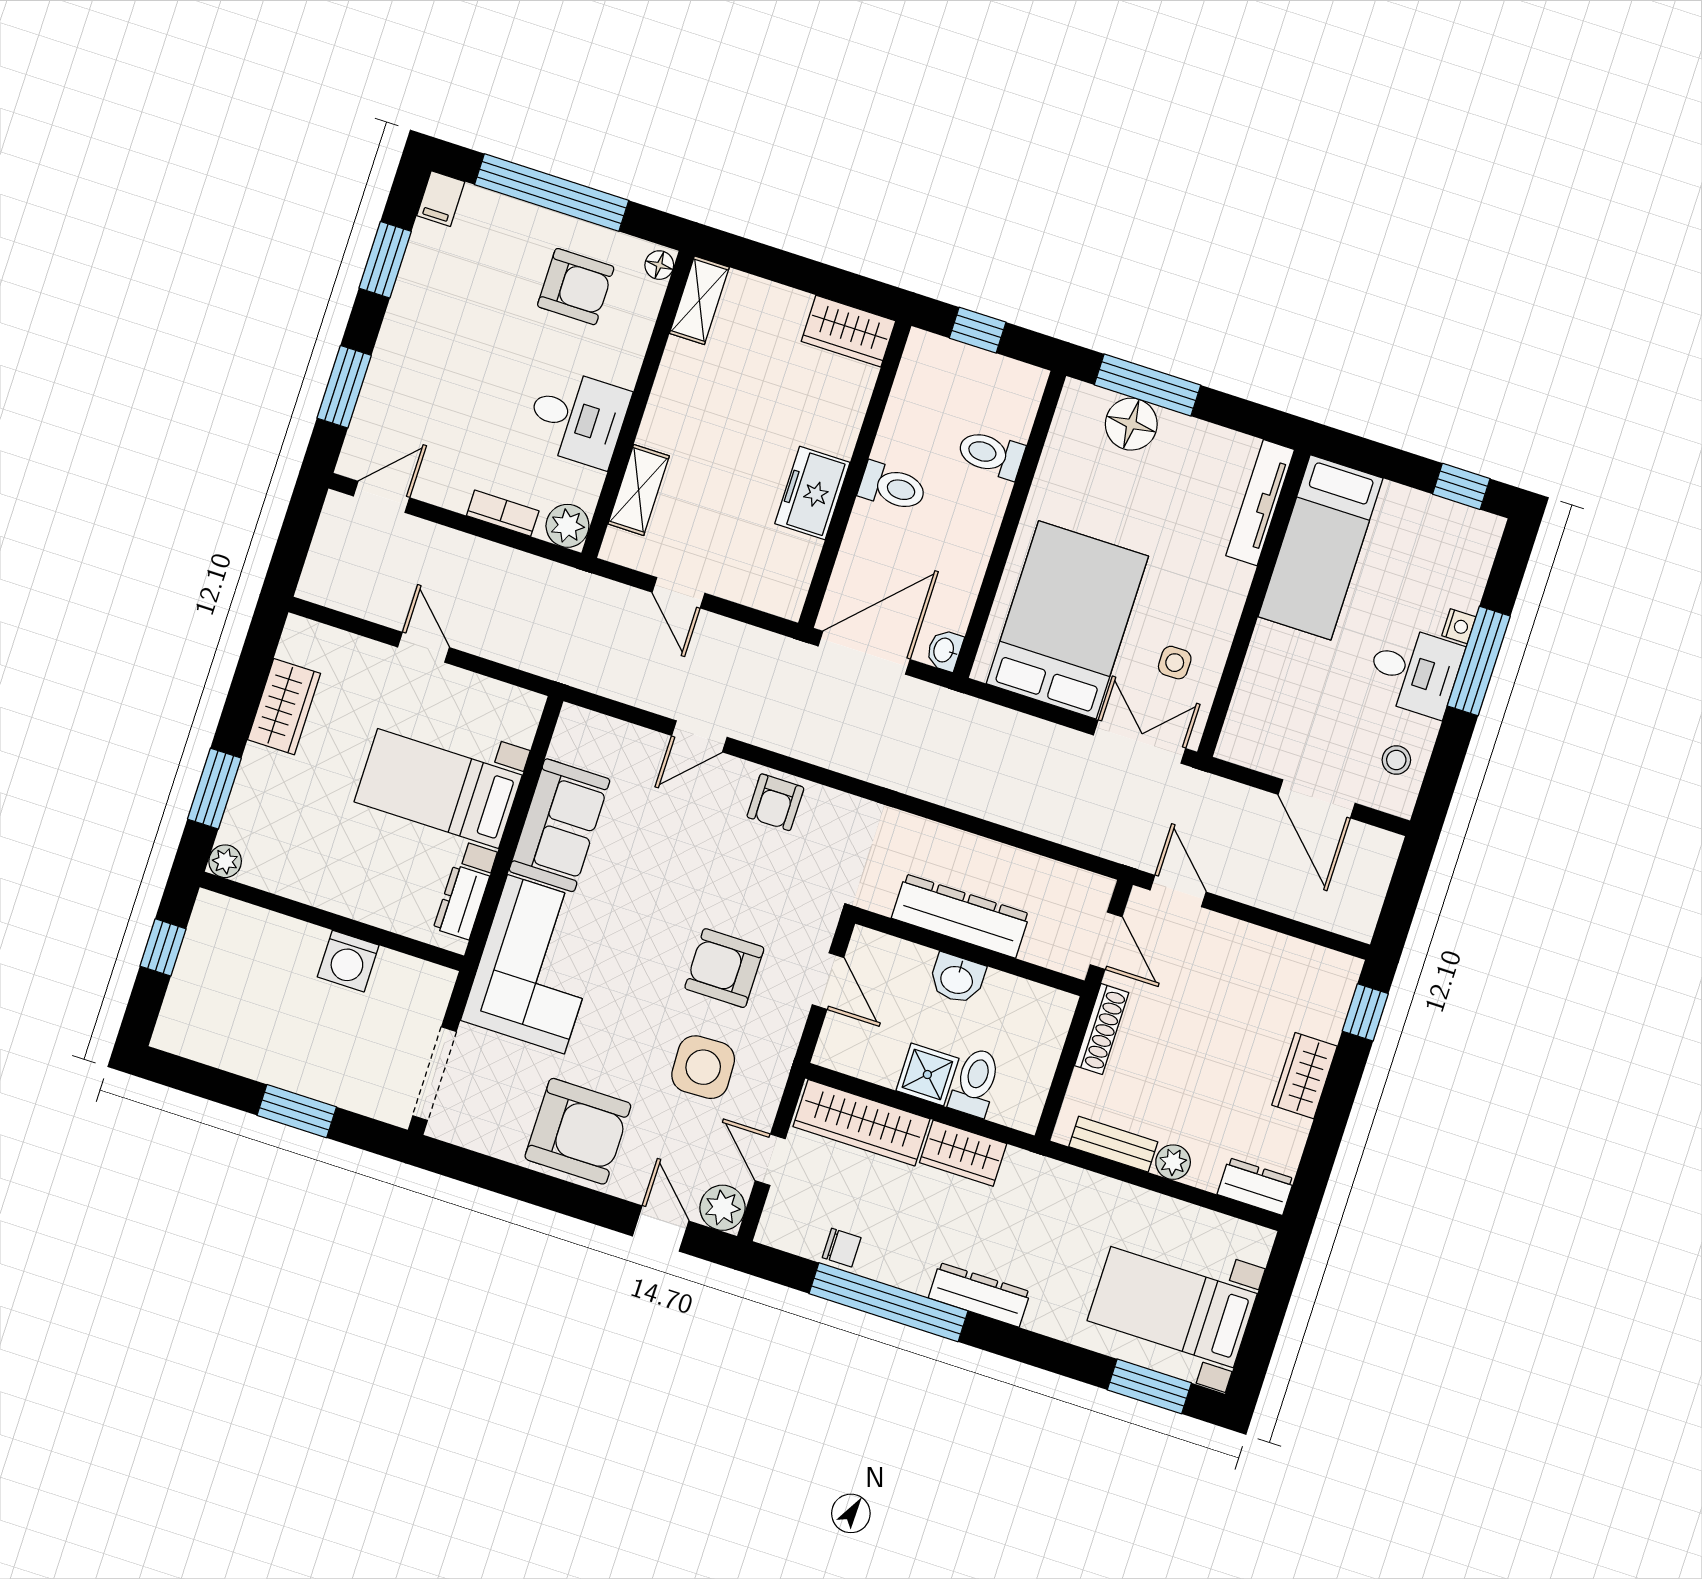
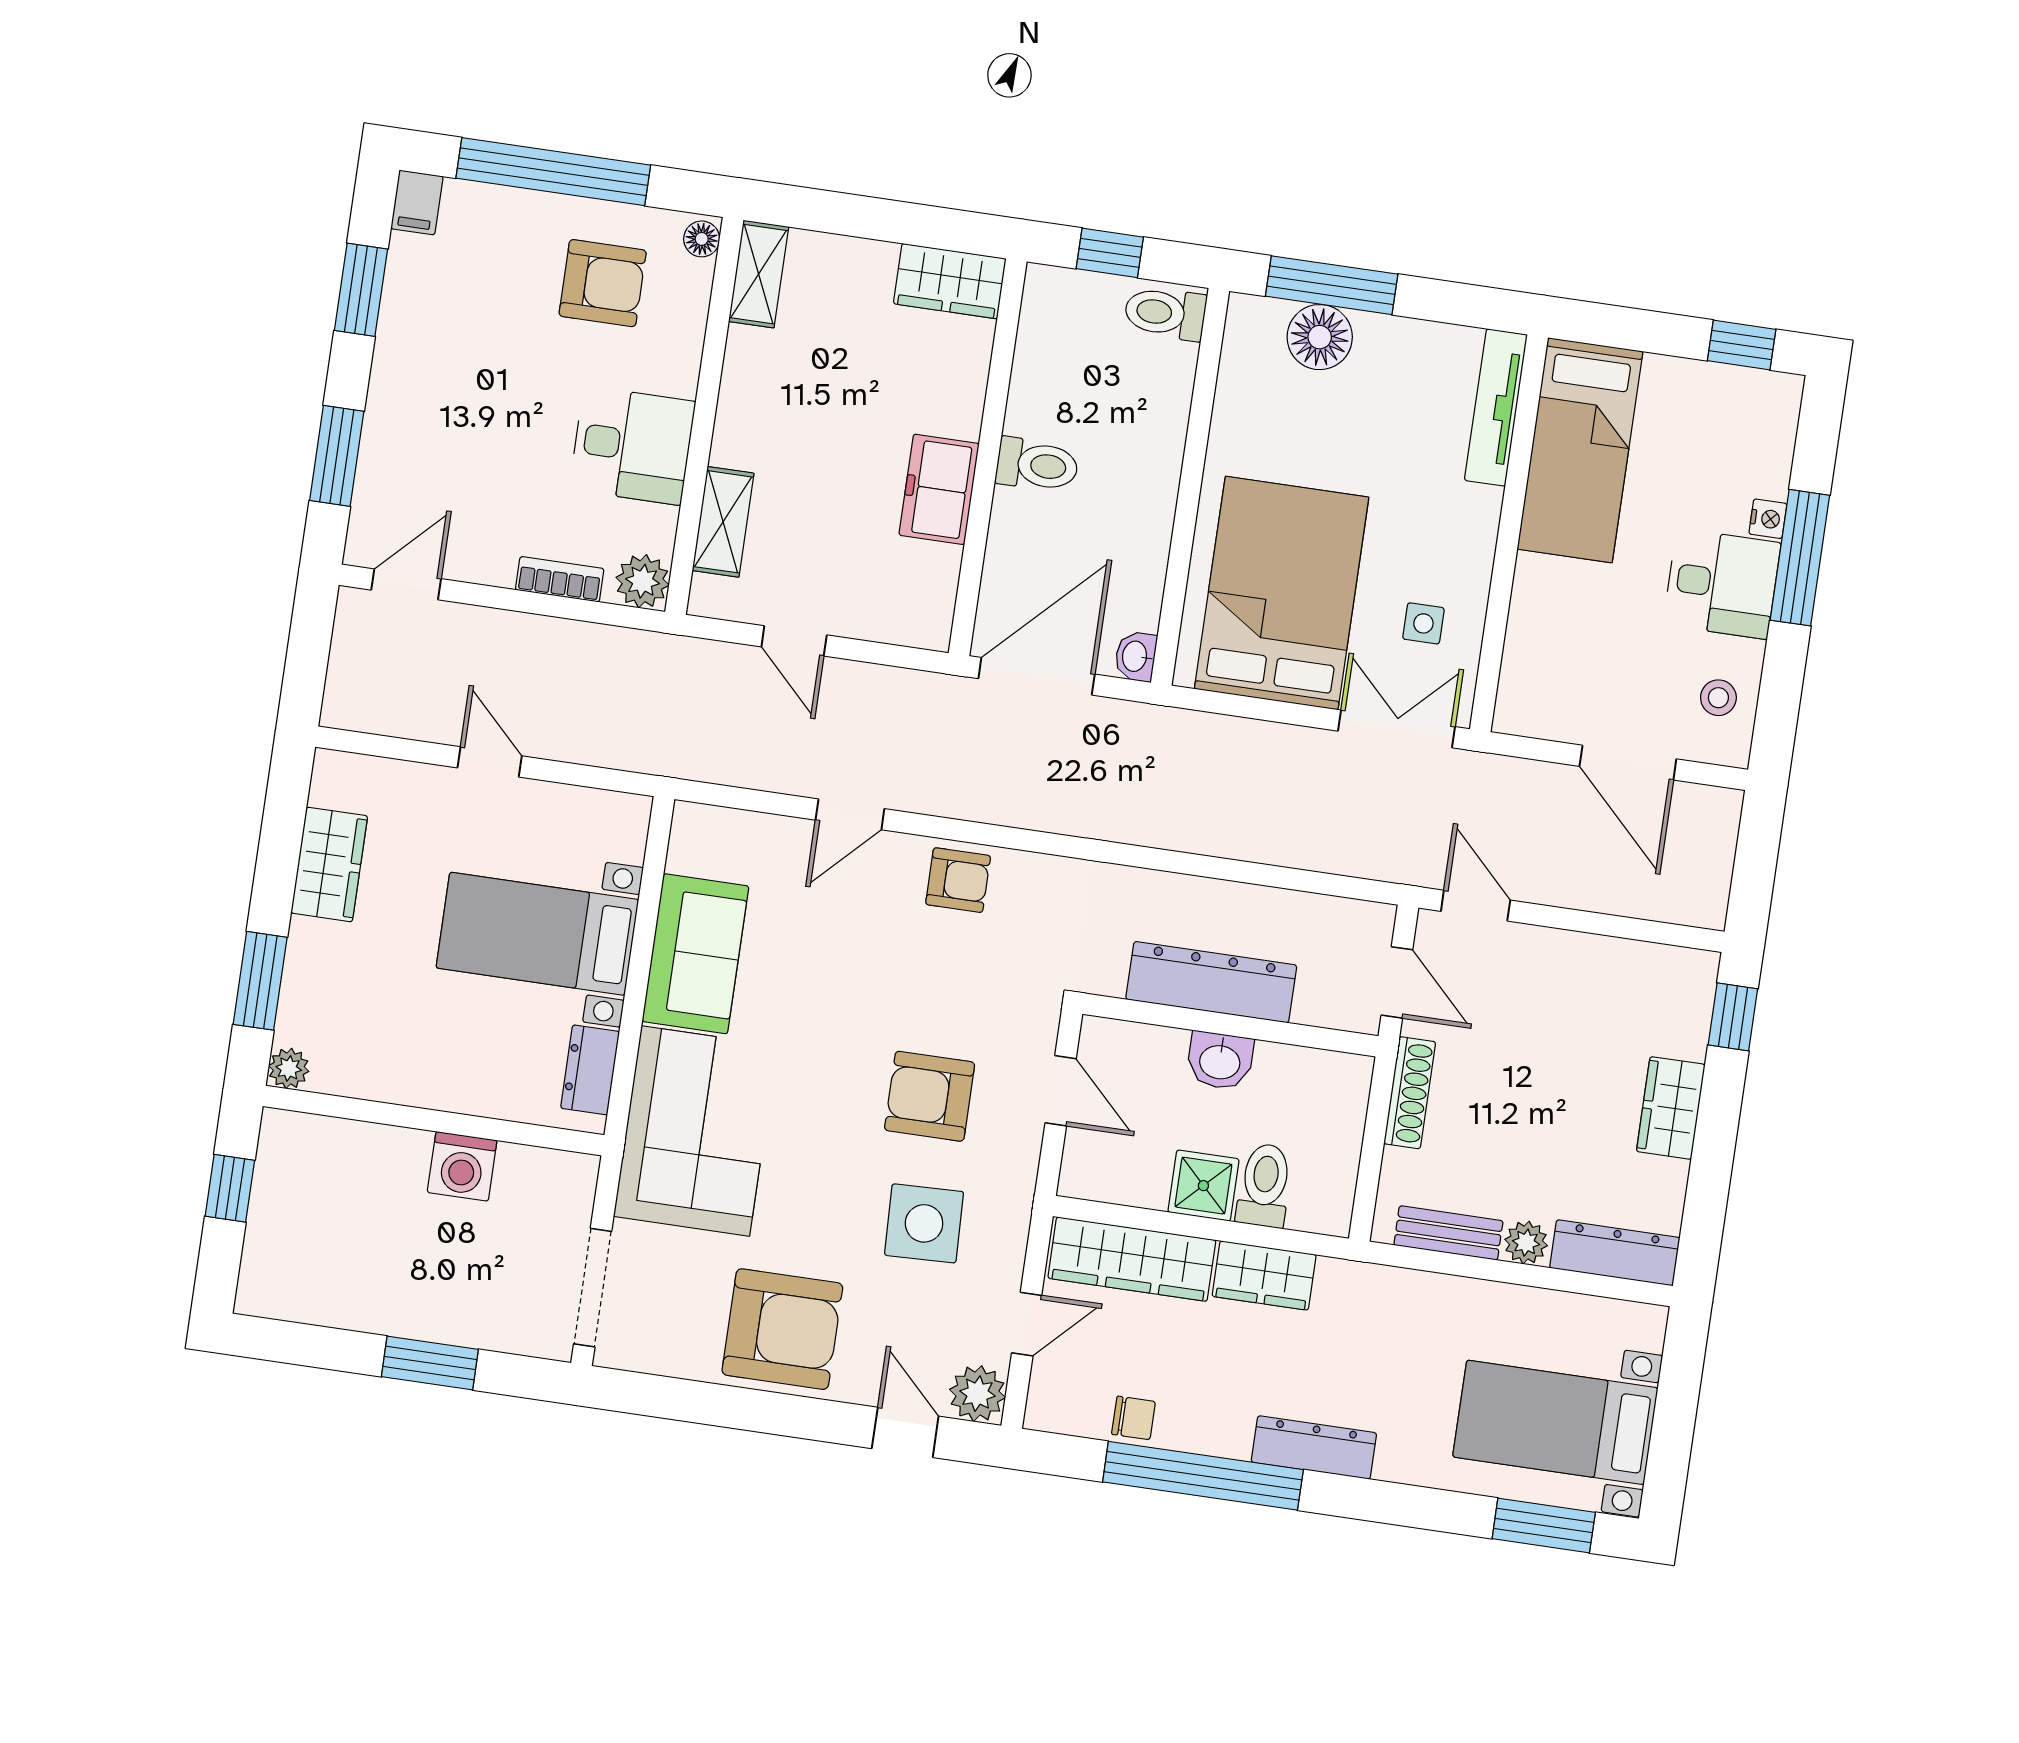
toilet: (991, 454) -> (1165, 313), moved
armchair: (775, 802) -> (958, 880), turned -90
door: (770, 1160) -> (1027, 1324), swing flipped
dresser: (1256, 1186) -> (1615, 1253), width x1.44

